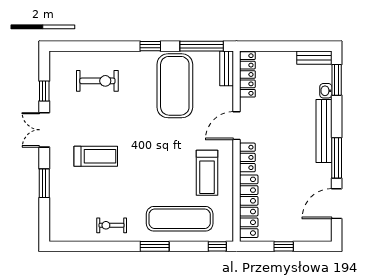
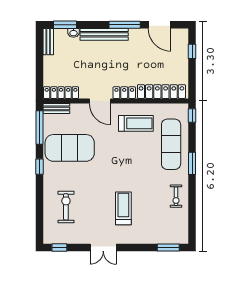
window: (44, 91) -> (59, 247), moved
window: (44, 183) -> (168, 247), moved
window: (284, 246) -> (192, 51), moved

